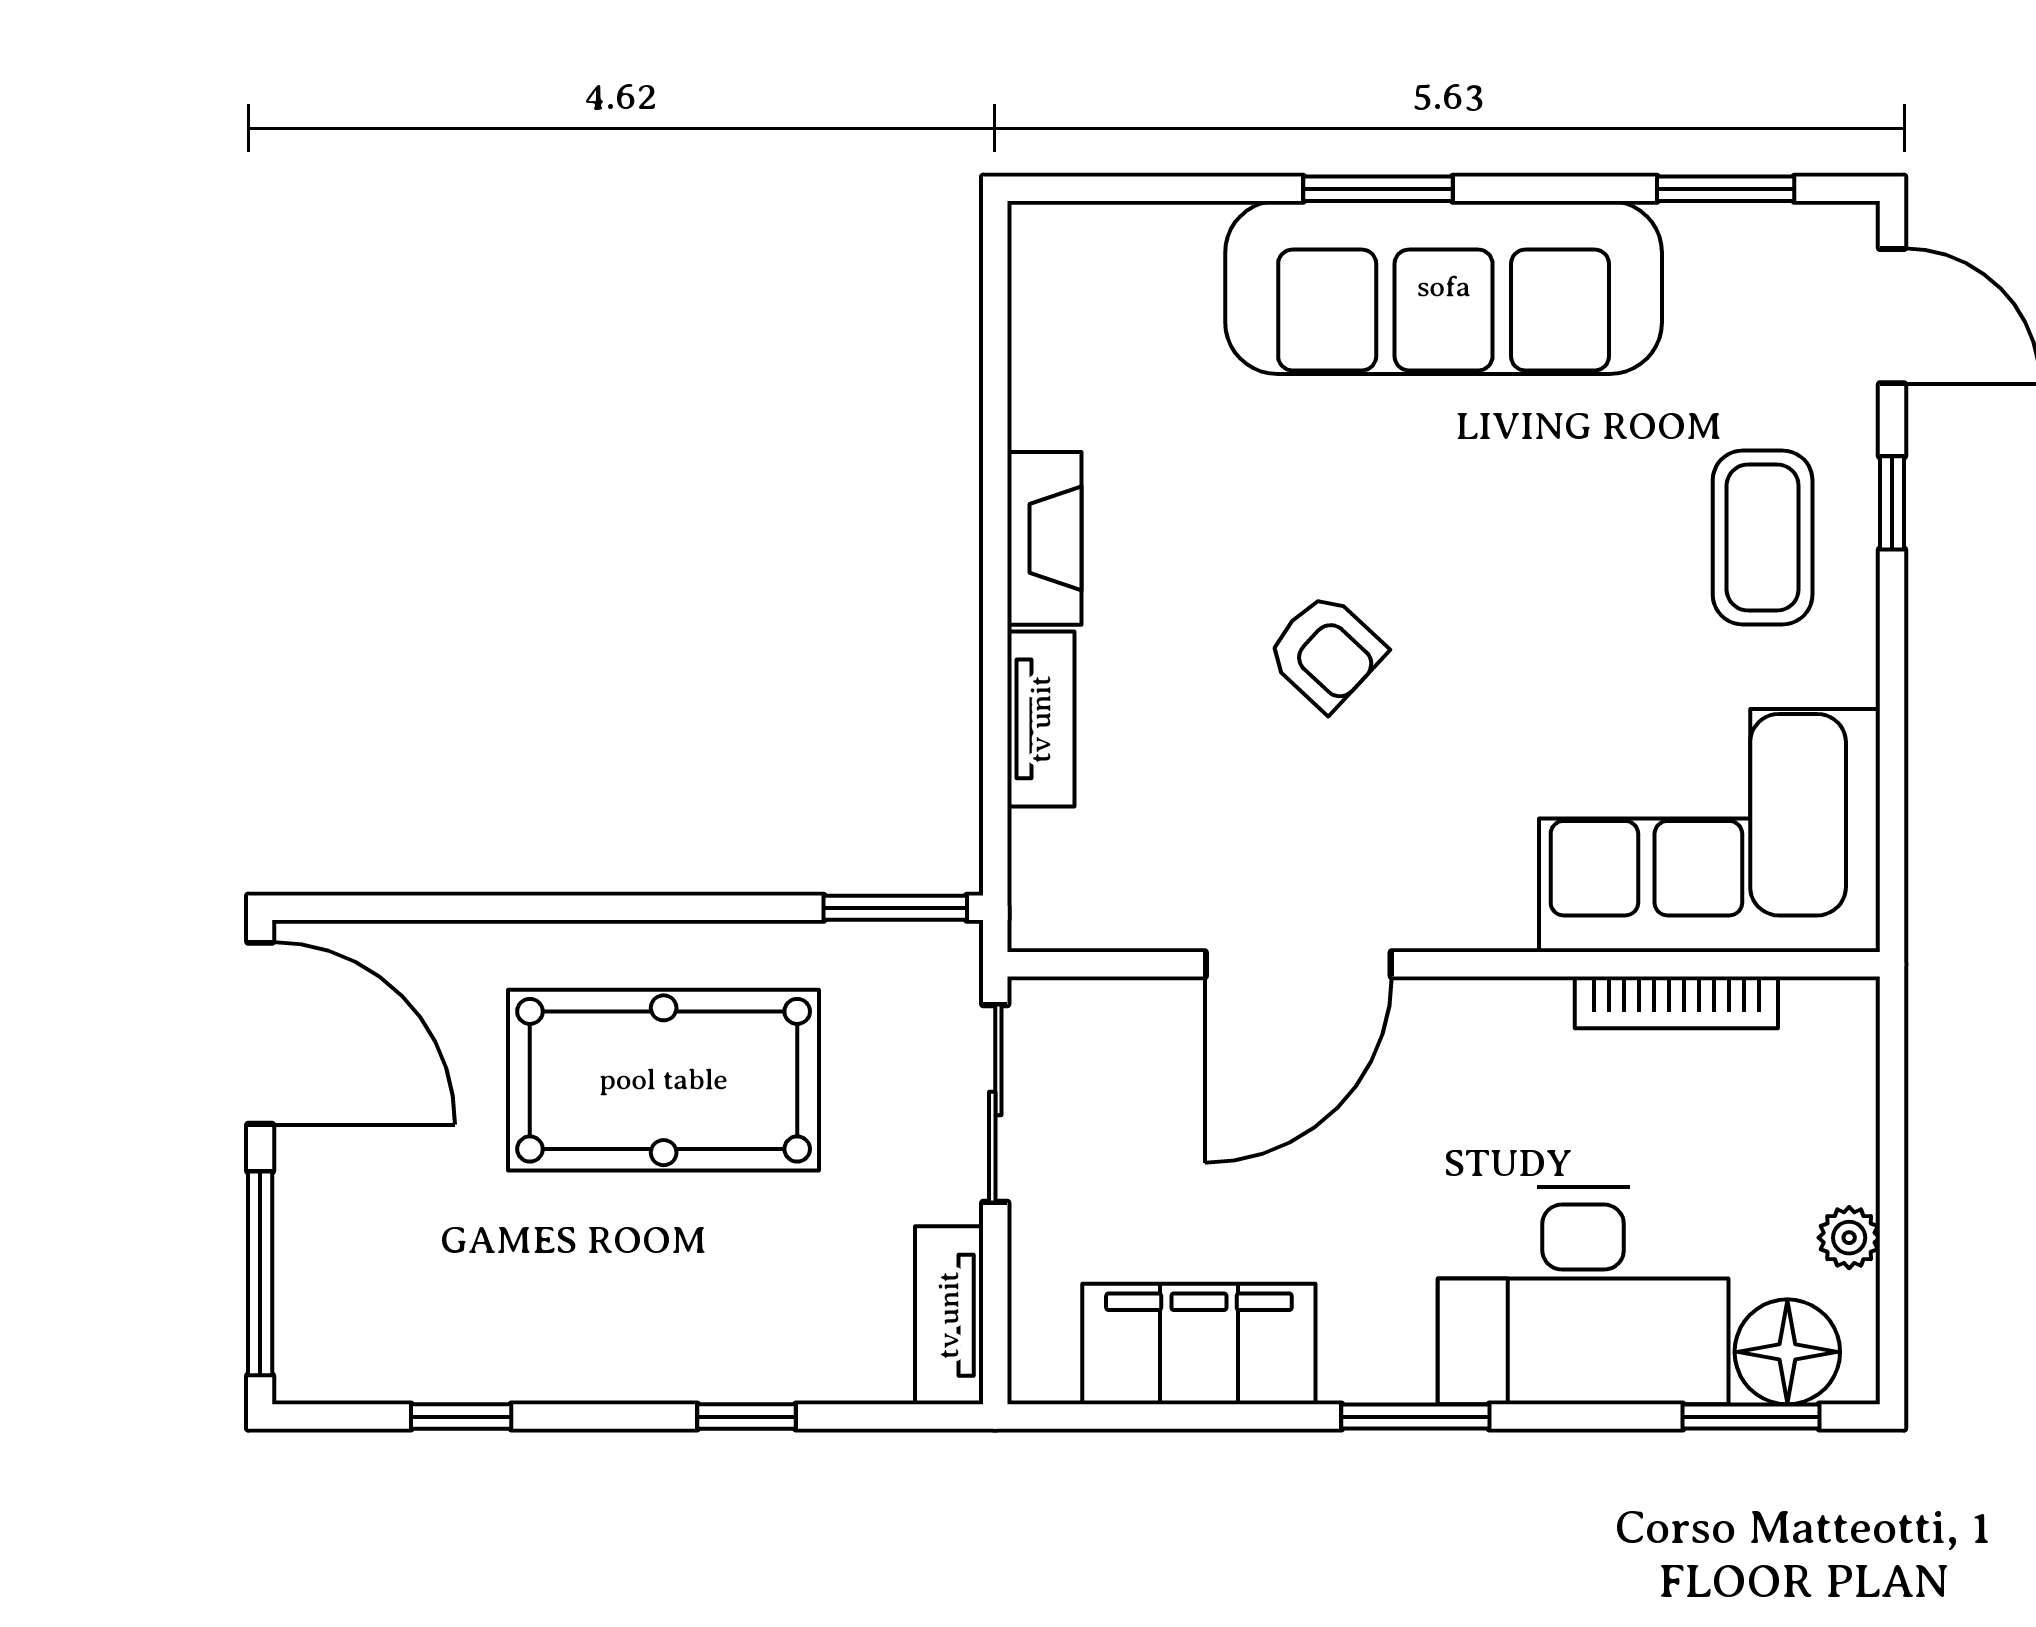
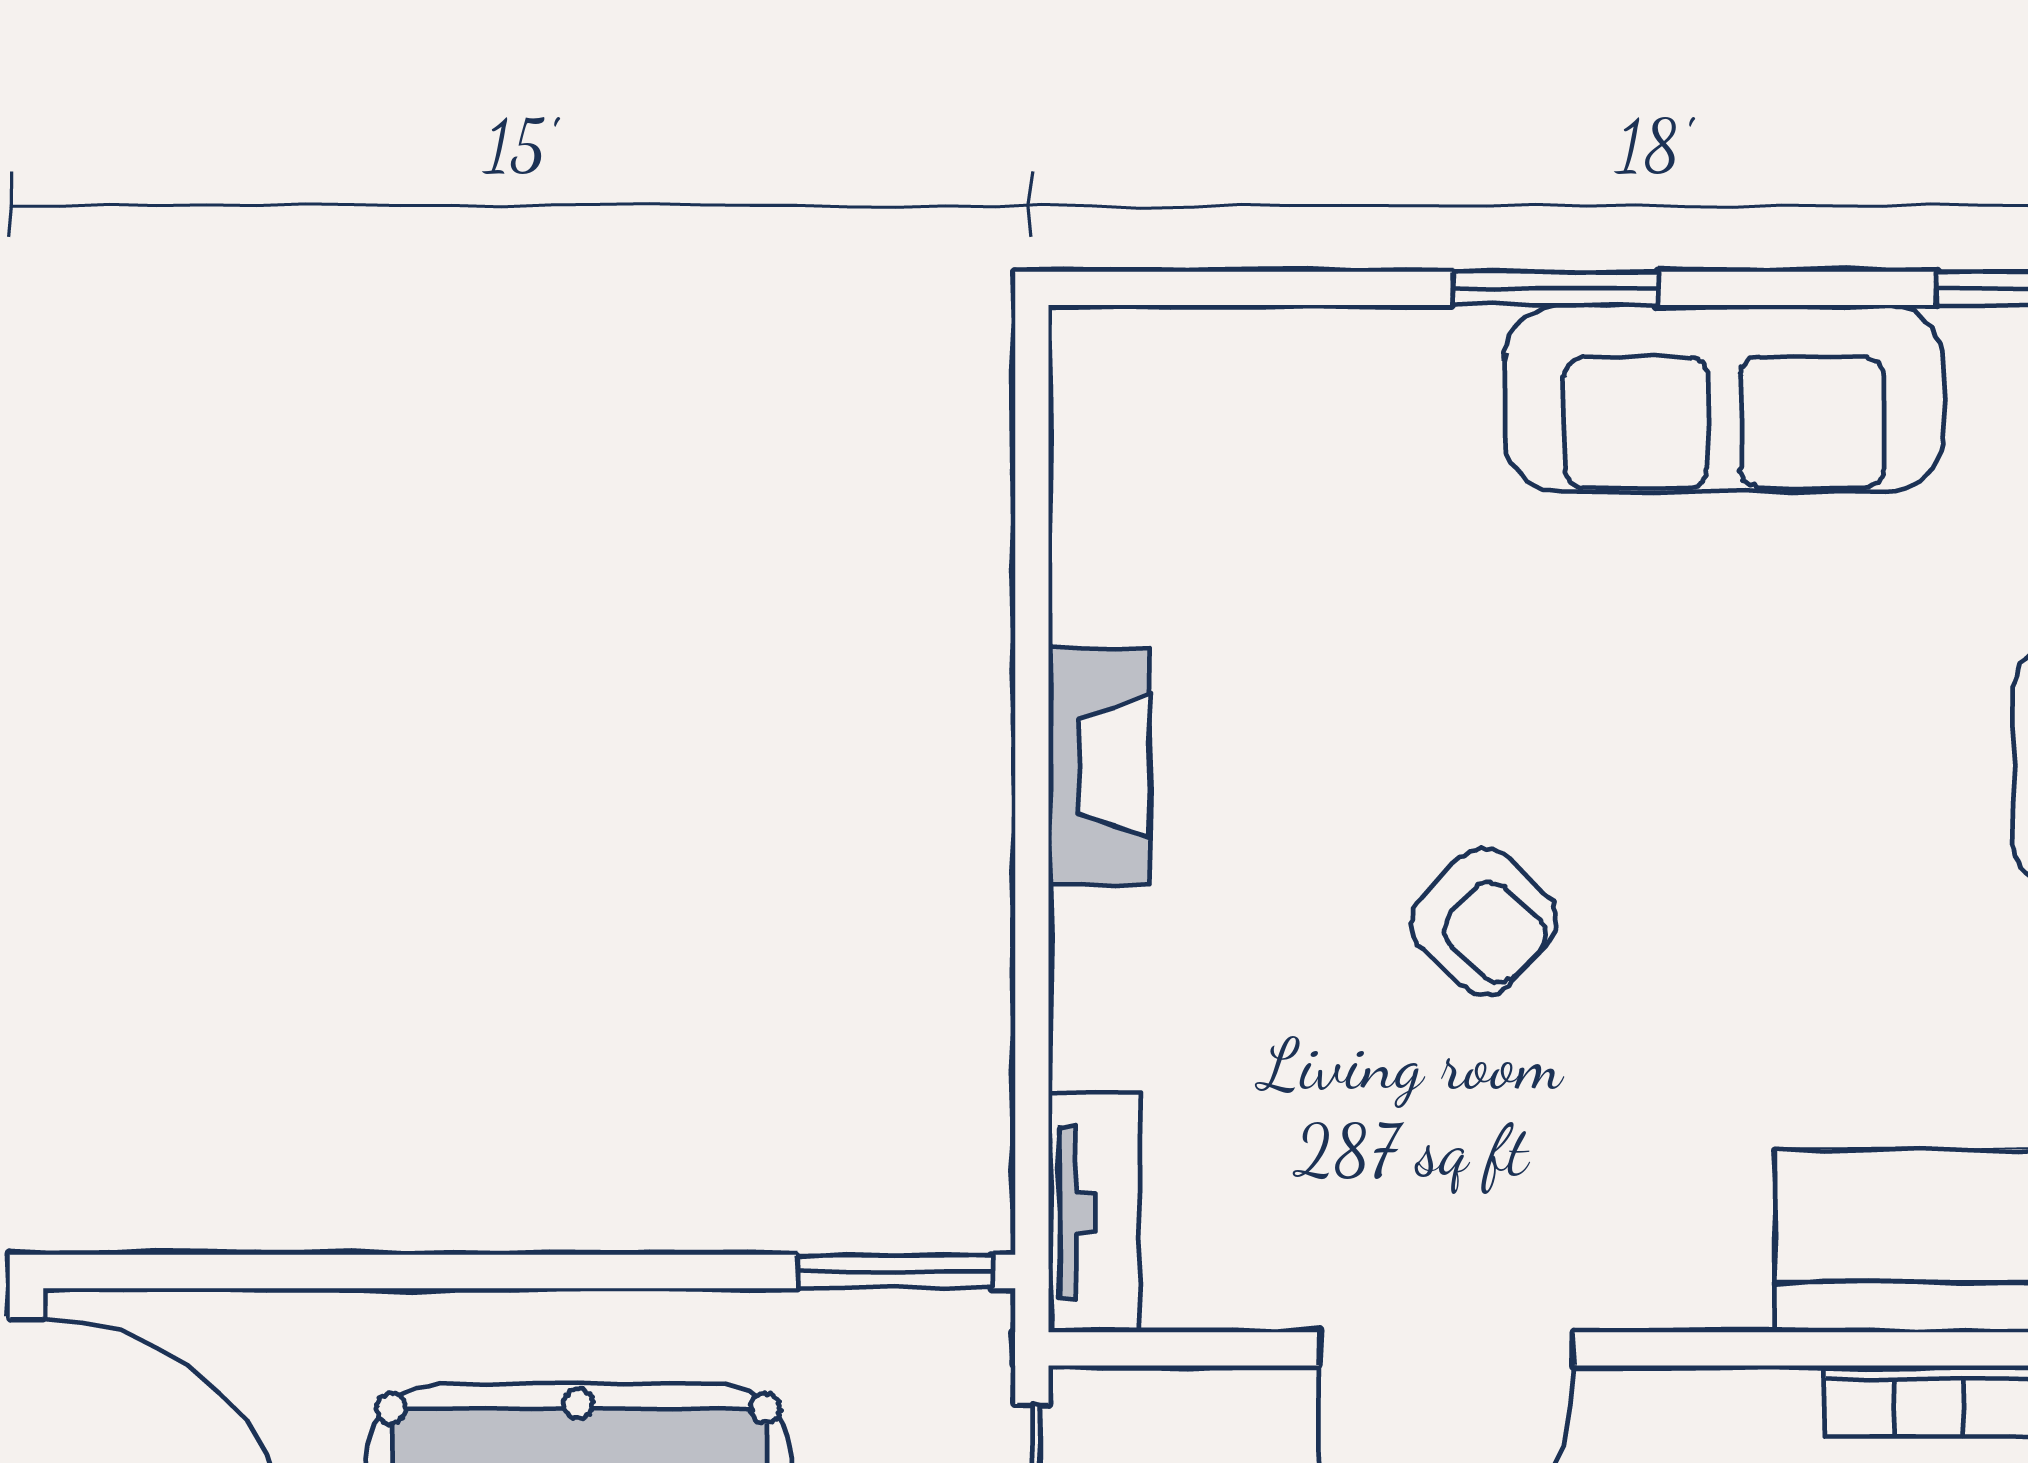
sofa: (1444, 287) -> (1724, 398), width x0.74, depth x0.79
tv unit: (1041, 719) -> (1094, 1213), moved

